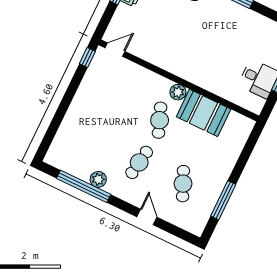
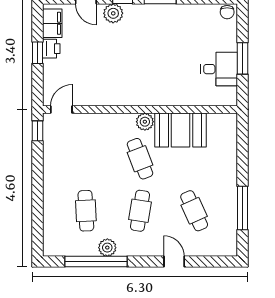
cafe table: (95, 141) -> (86, 211), added

